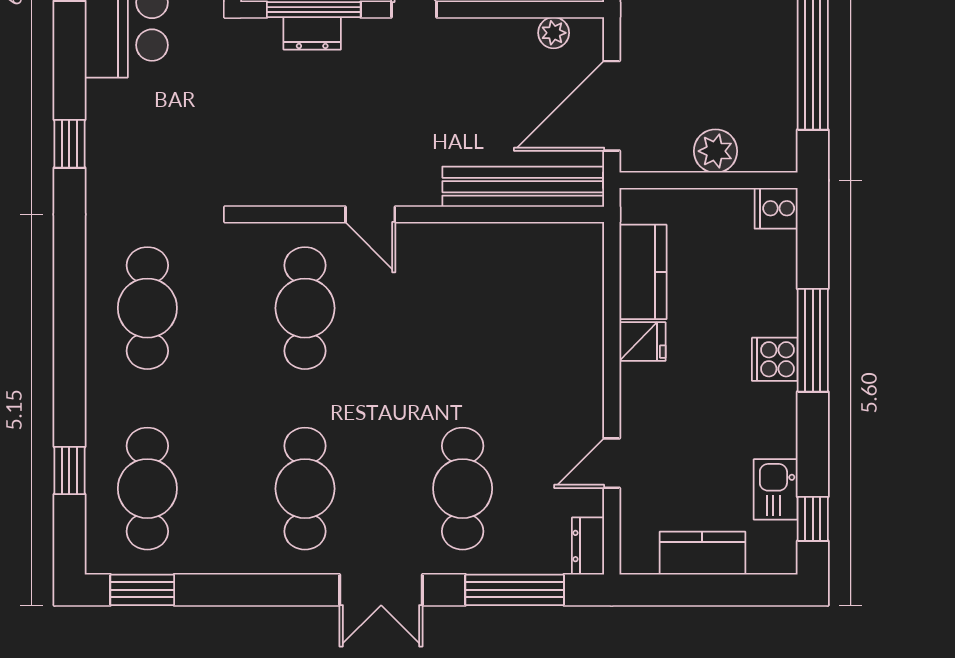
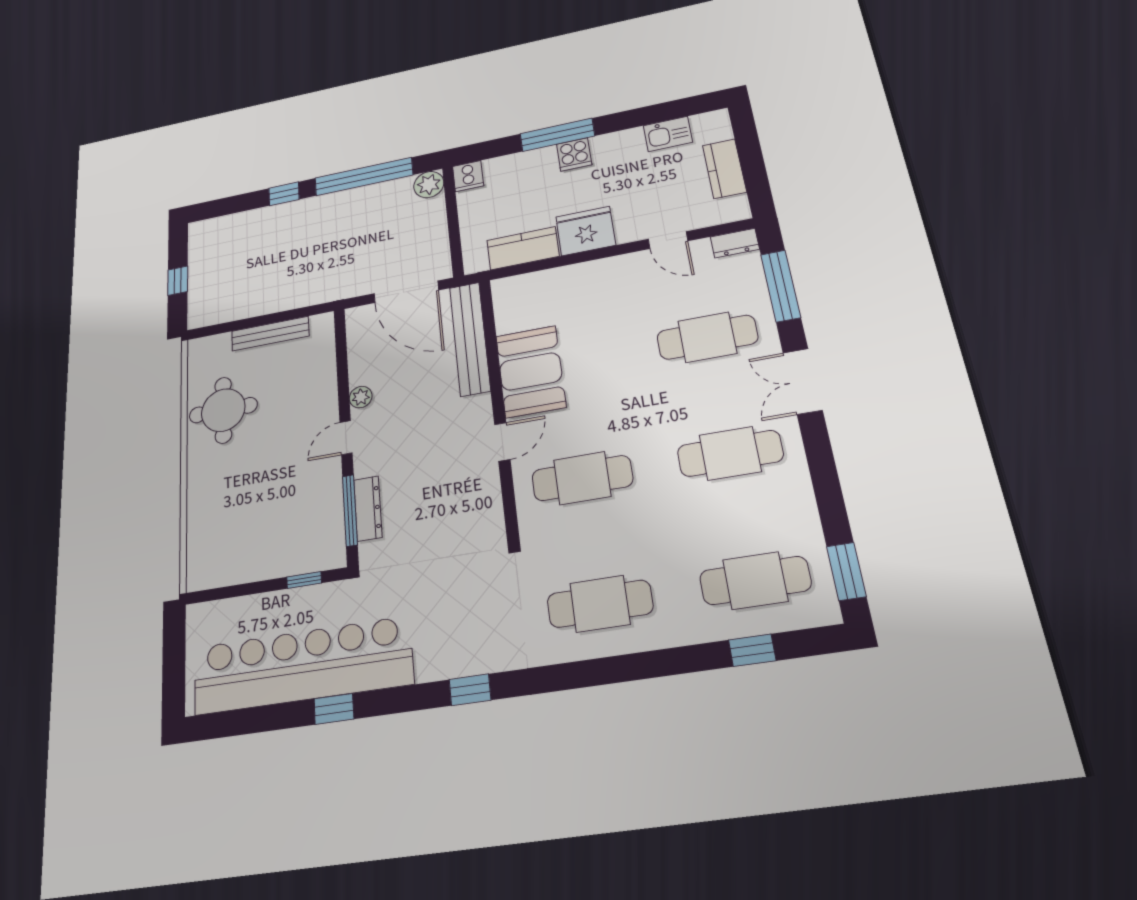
dresser: (312, 33) -> (368, 509), width x1.44
plant: (554, 33) -> (361, 397), moved
plant: (716, 151) -> (429, 185), moved
booth: (460, 261) -> (531, 371), added
fridge: (642, 342) -> (586, 231), width x1.88, depth x1.34
window: (813, 519) -> (685, 107), removed
double door: (381, 590) -> (802, 381), swing flipped

